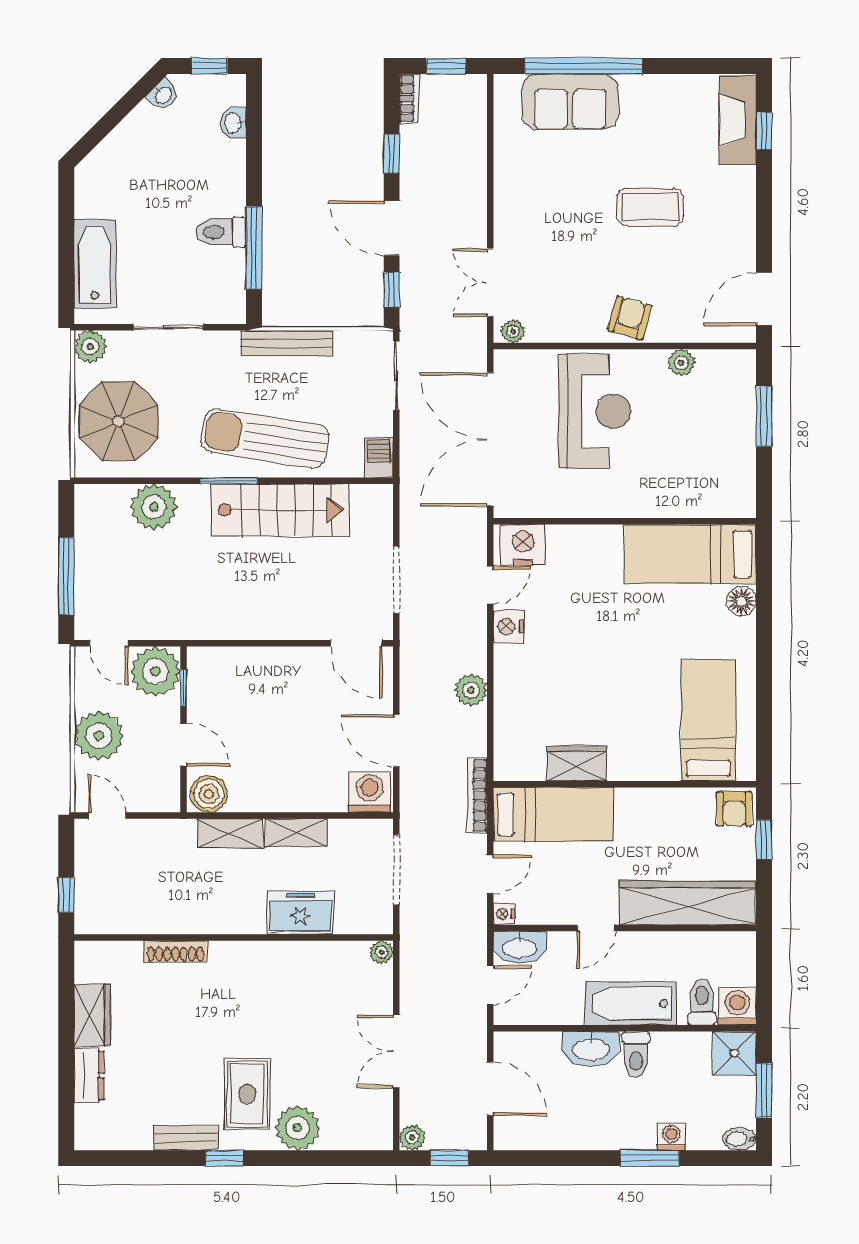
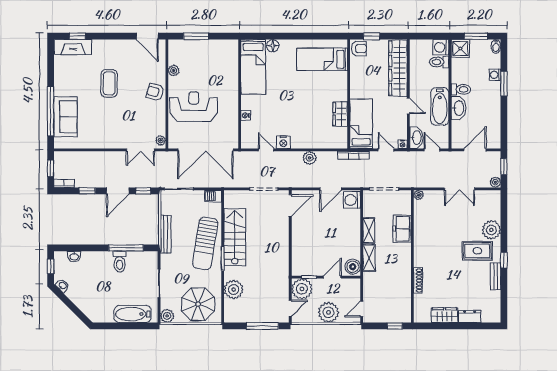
nightstand: (523, 545) -> (246, 115), moved, width x0.53, depth x0.56
bathtub: (631, 1004) -> (440, 107), moved

